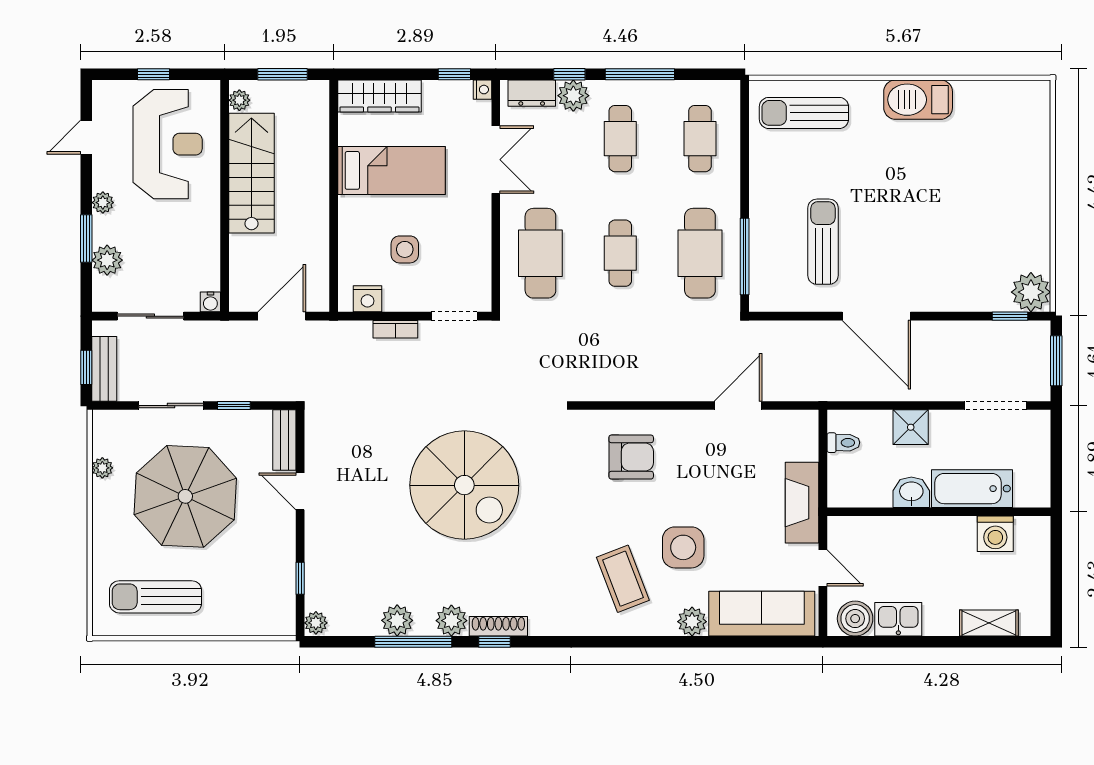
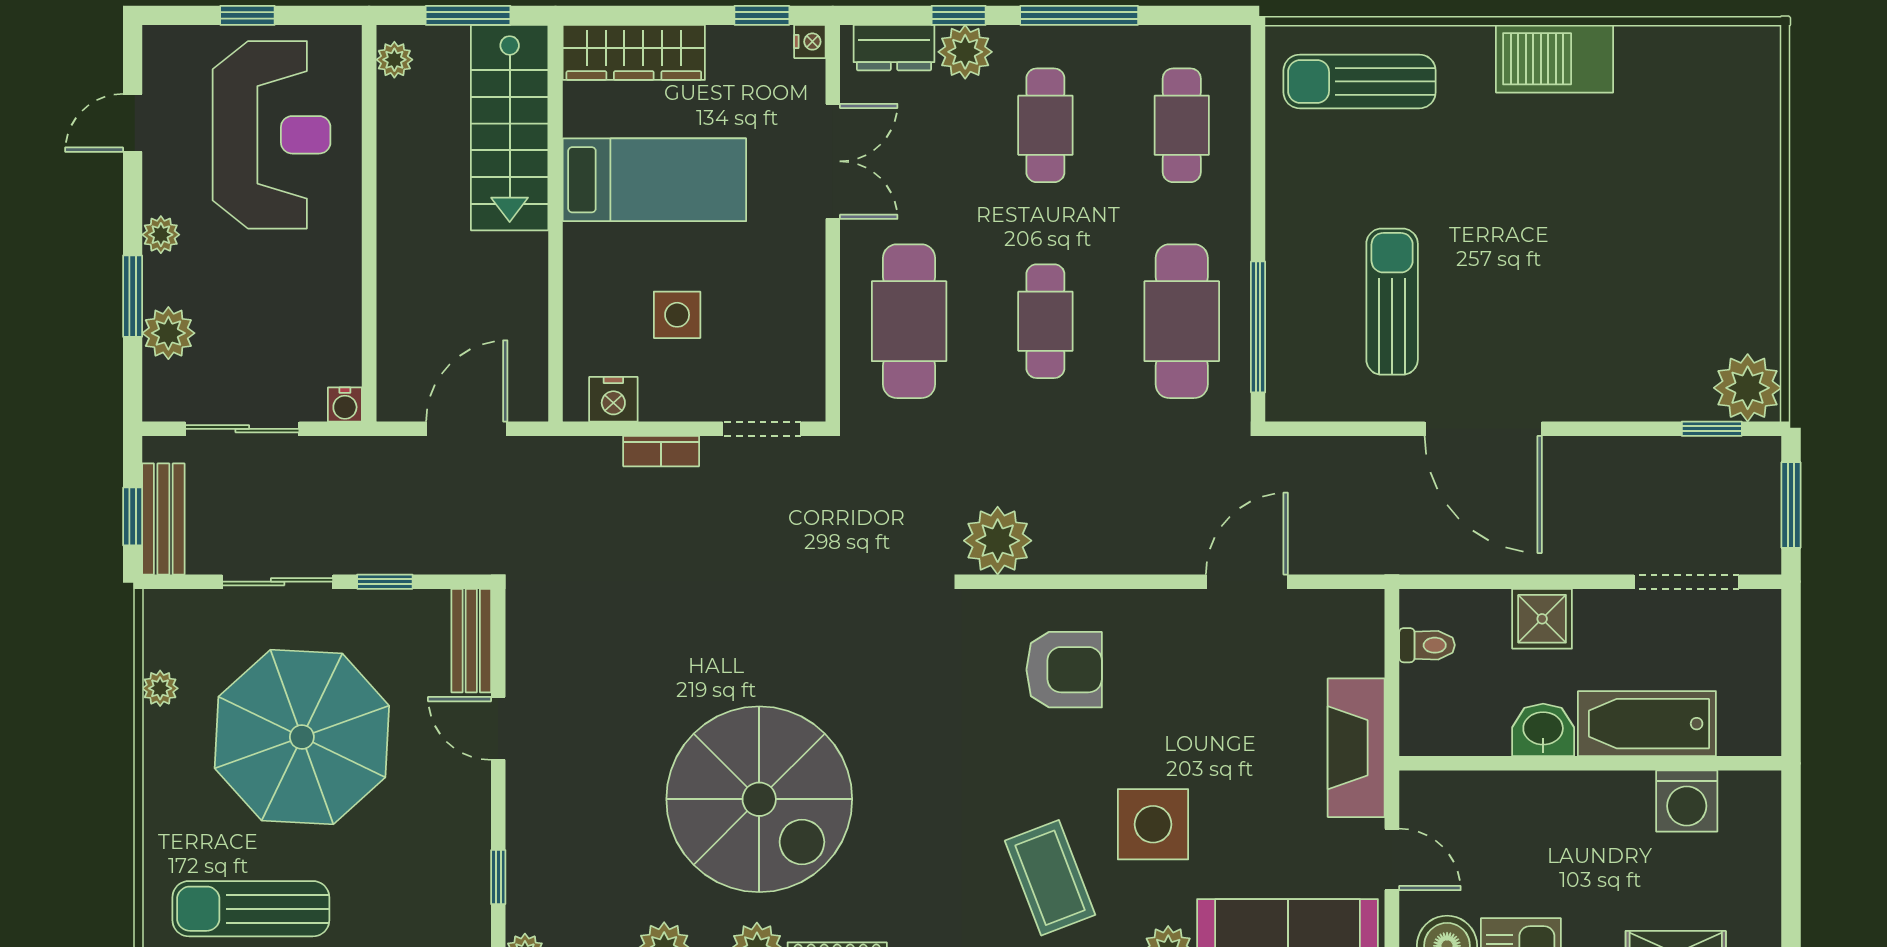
stairs: (251, 173) -> (510, 128), moved, turned 180
plant: (592, 381) -> (998, 541), added
spiral stairs: (464, 485) -> (759, 799), moved

